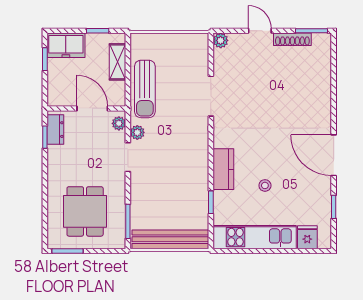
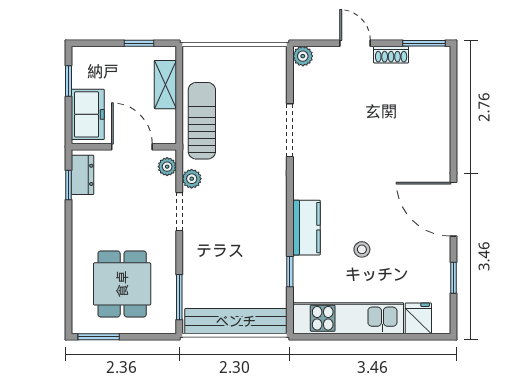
shoe rack: (292, 39) -> (391, 55), width x0.70
freezer: (66, 45) -> (88, 114), moved, turned -90
sun lounger: (145, 89) -> (202, 121), turned 180

